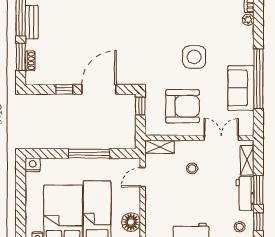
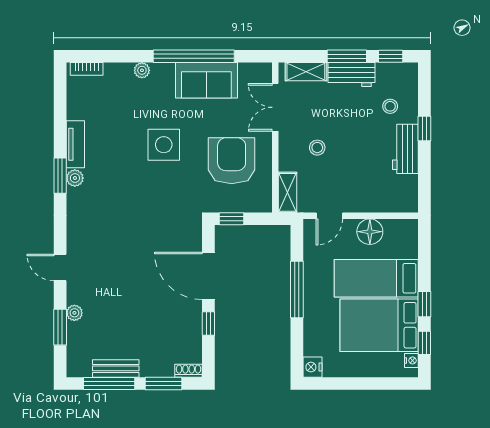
plant: (248, 20) -> (142, 70), moved
shoe rack: (30, 61) -> (189, 371), moved
door: (143, 177) -> (329, 216), hinge flipped
floor lamp: (131, 222) -> (370, 232), moved
stool: (240, 227) -> (390, 106), moved

